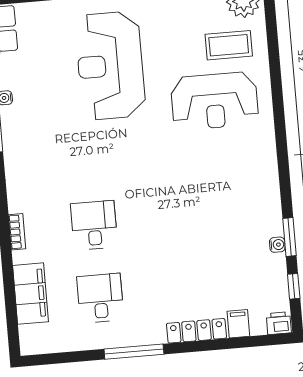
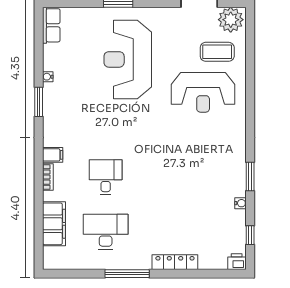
window: (289, 237) -> (250, 176), moved
desk: (100, 298) -> (106, 232), width x1.37
filing cabinet: (238, 324) -> (53, 155), moved, turned 90

